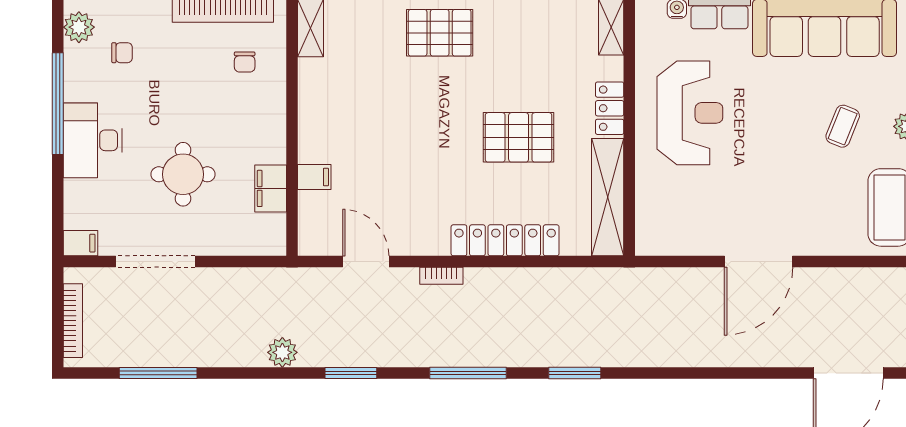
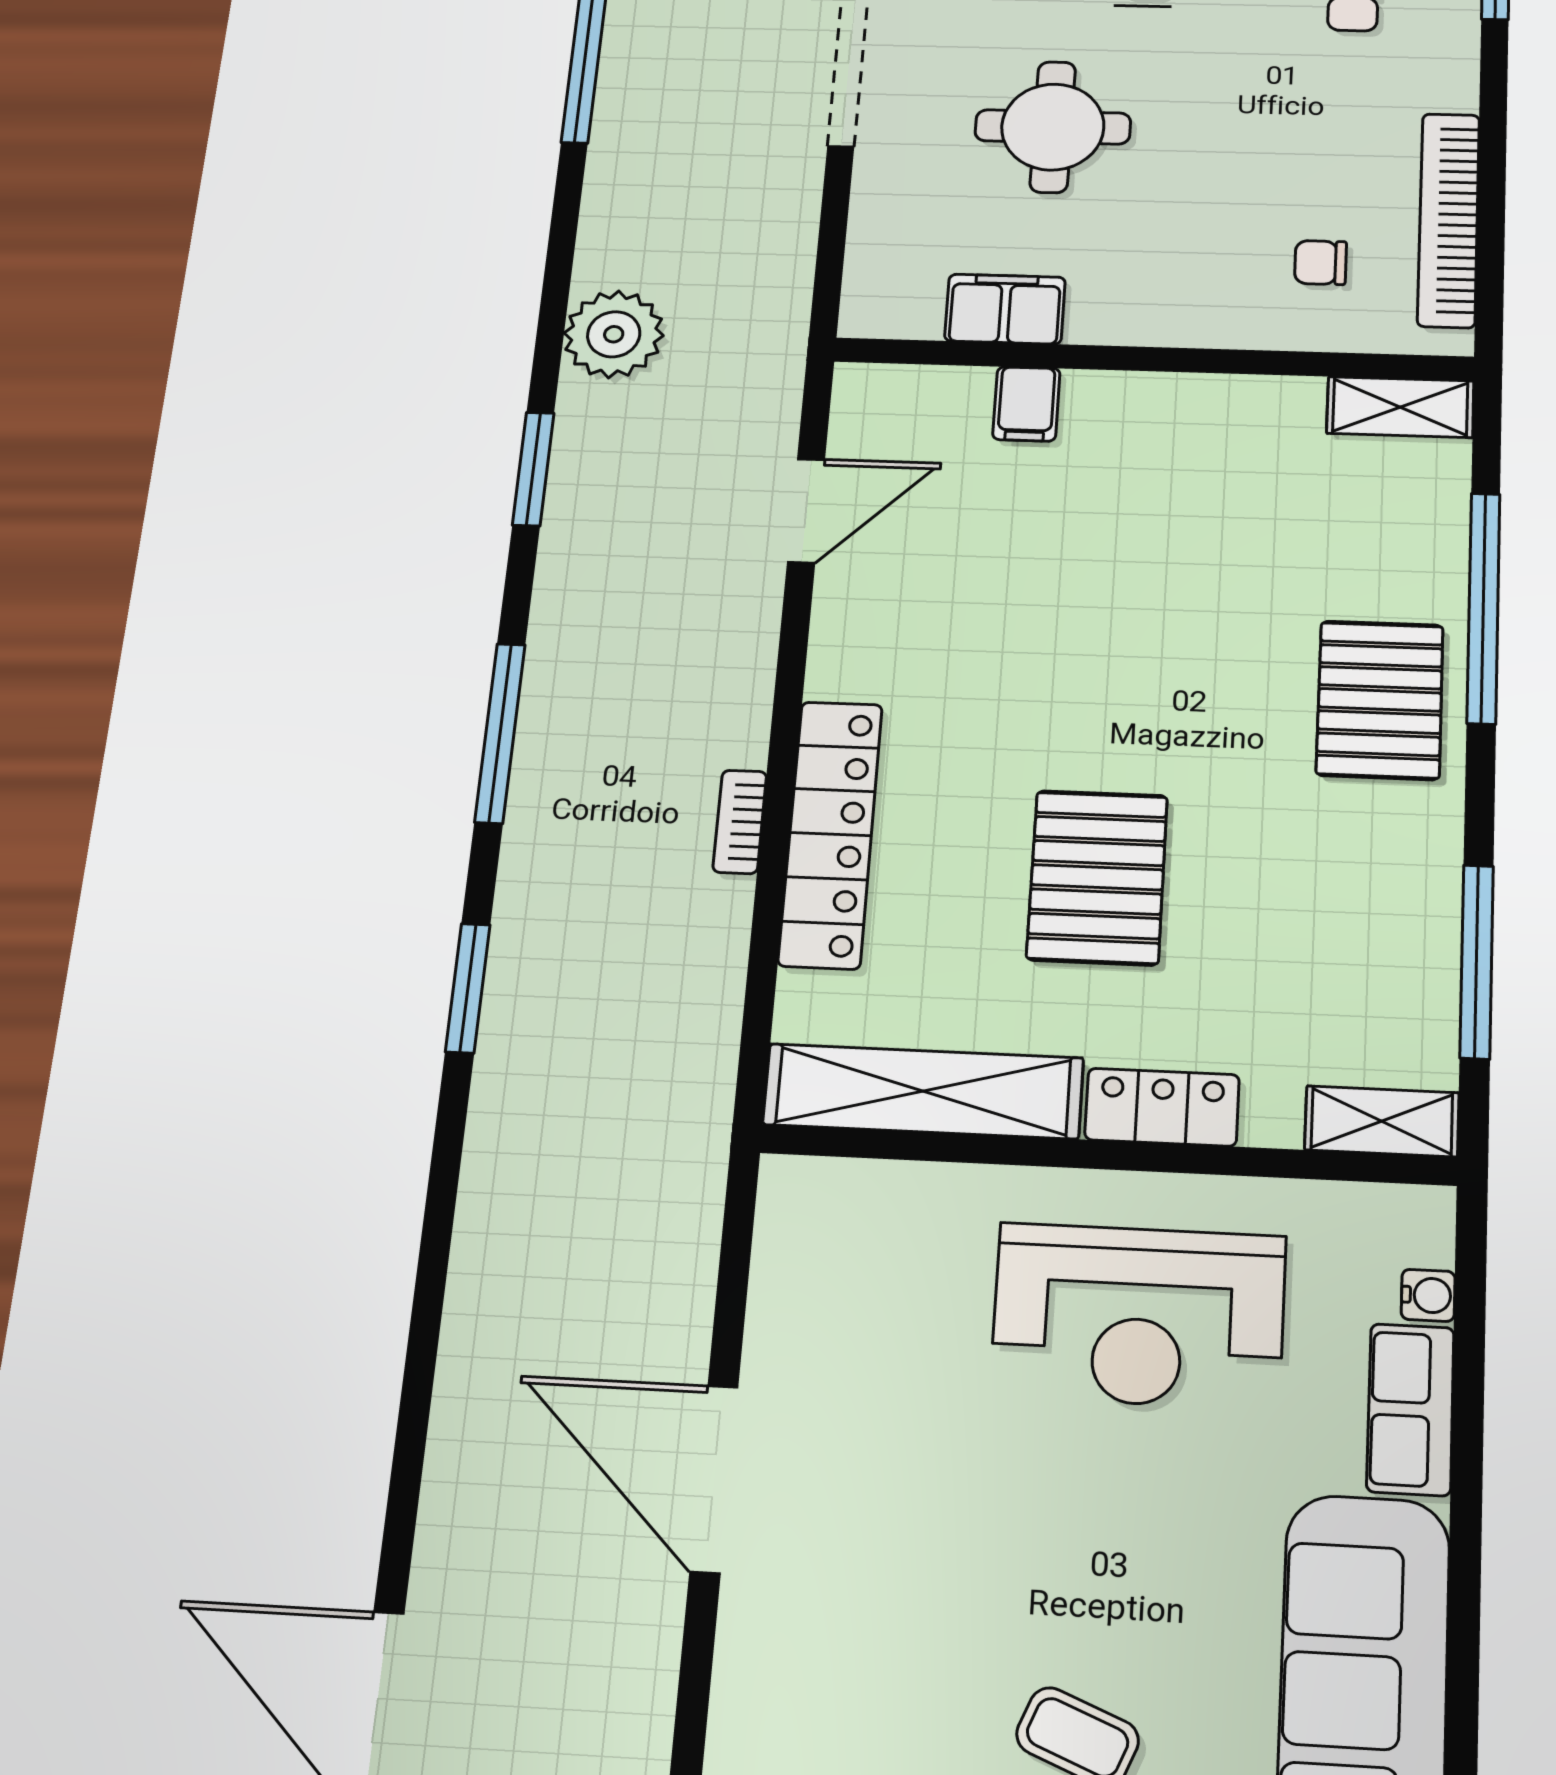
bookcase: (441, 276) -> (740, 822), moved
plant: (282, 352) -> (614, 334), width x1.36, depth x1.36

